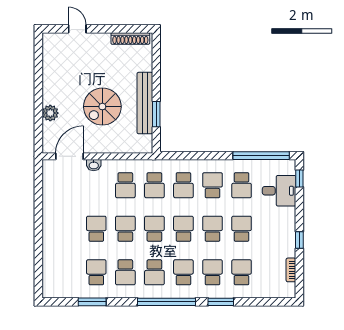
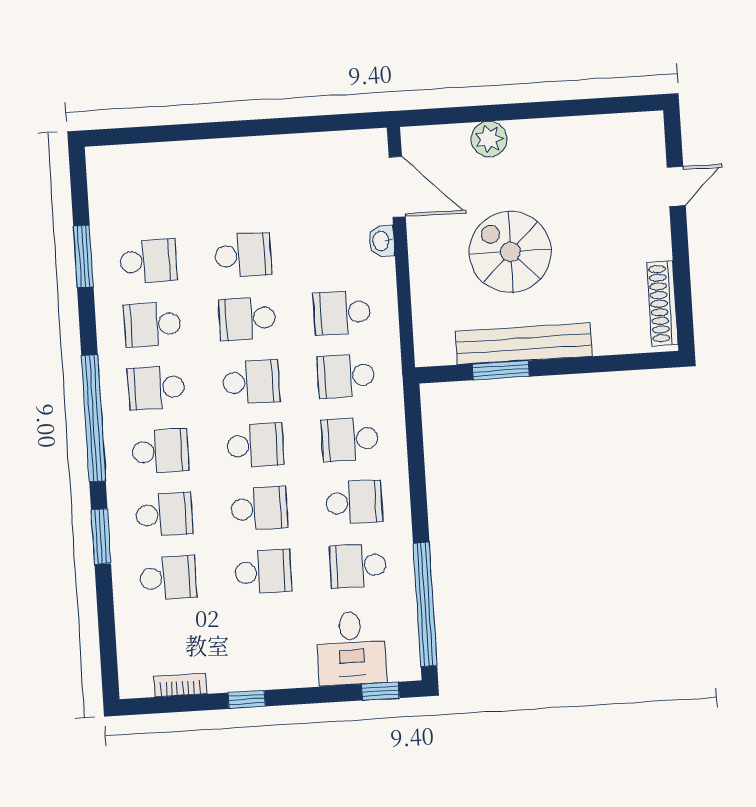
school desk: (125, 229) -> (247, 319), turned 180

